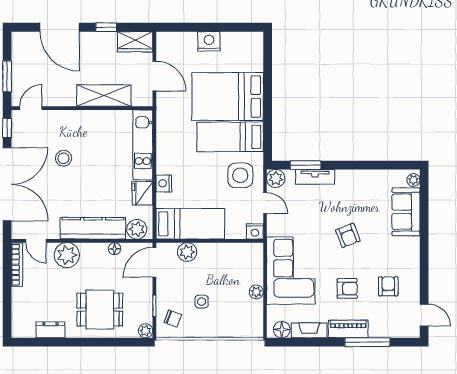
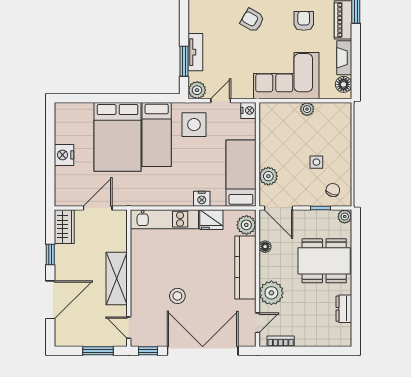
shelving: (104, 96) -> (117, 279), moved
armchair: (348, 235) -> (252, 20), turned -129
bookcase: (17, 265) -> (281, 341), width x0.64
dining table: (100, 310) -> (324, 261), width x1.38

